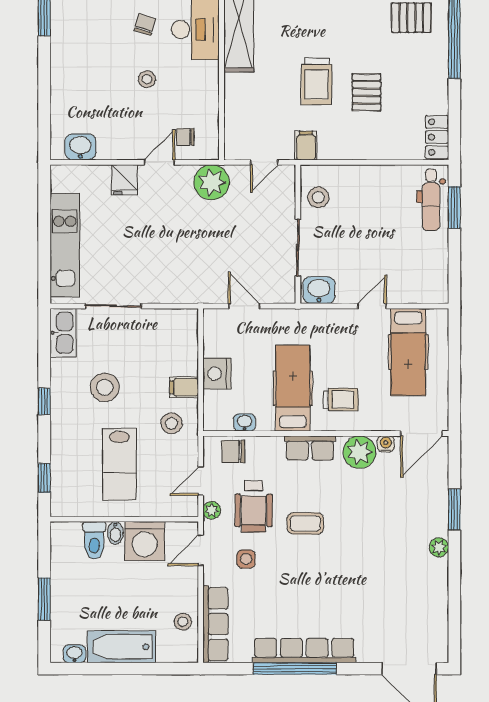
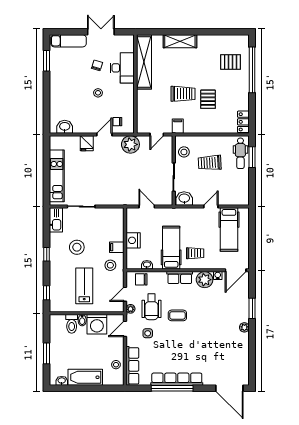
trolley: (317, 81) -> (183, 94), turned -90
trolley: (370, 219) -> (210, 163), added
lab bench: (119, 464) -> (84, 286), turned 180

